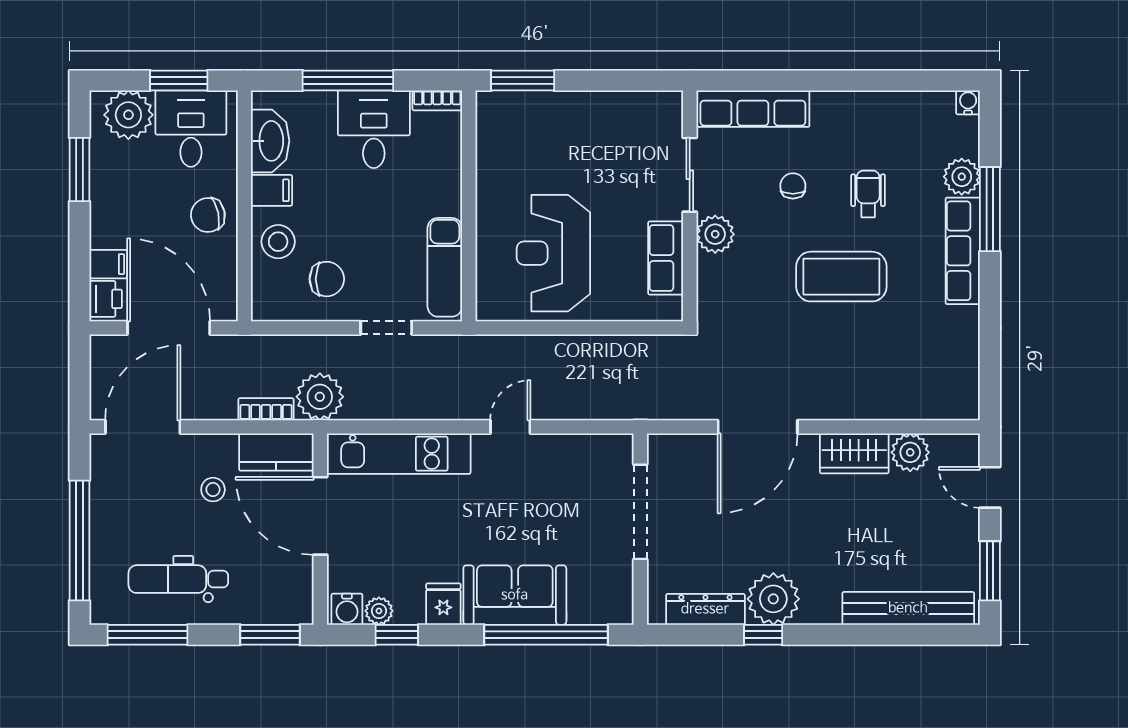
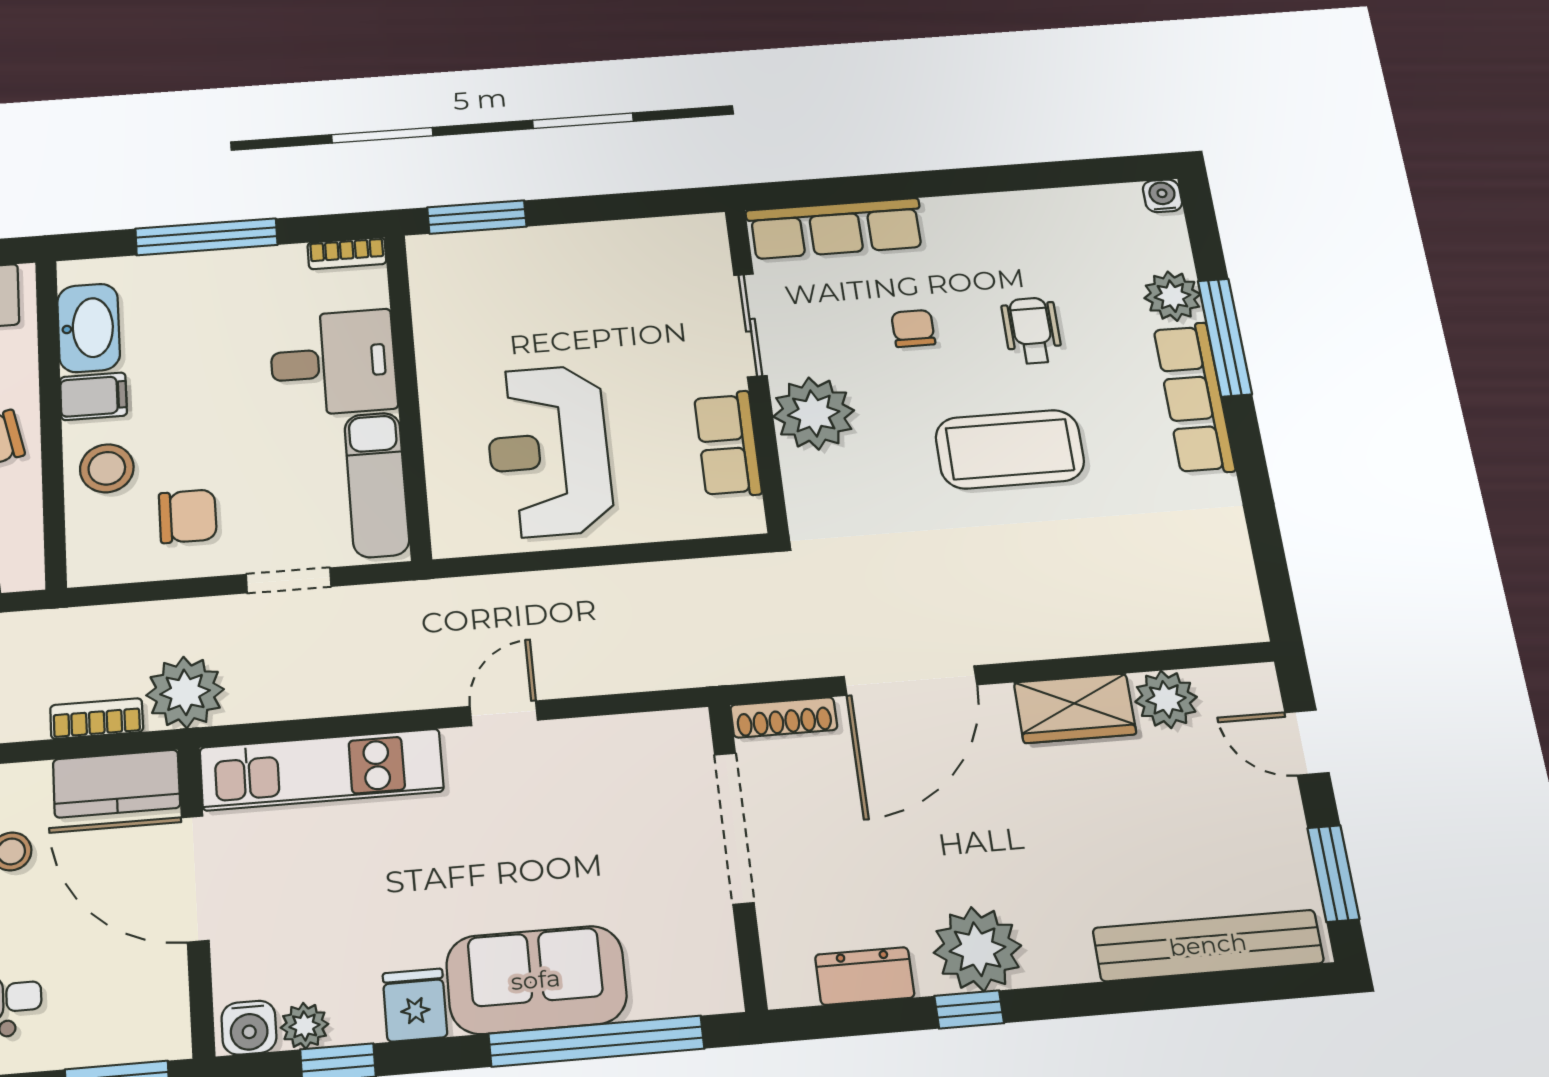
desk: (374, 129) -> (333, 363), moved, turned 90
plant: (715, 234) -> (814, 413), width x1.36, depth x1.36
shoe rack: (678, 444) -> (784, 717), added
dresser: (705, 609) -> (865, 976), width x0.70

